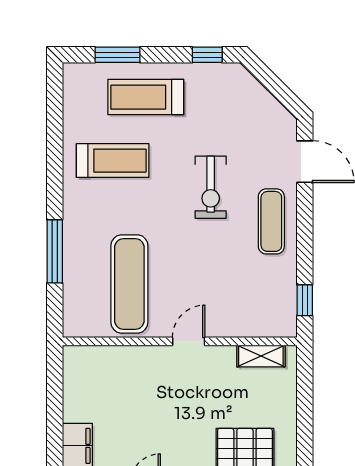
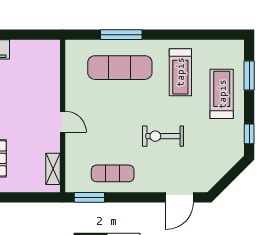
exercise mat: (271, 221) -> (113, 173), moved
exercise mat: (129, 284) -> (120, 68), moved
window: (305, 300) -> (89, 197), width x1.50

